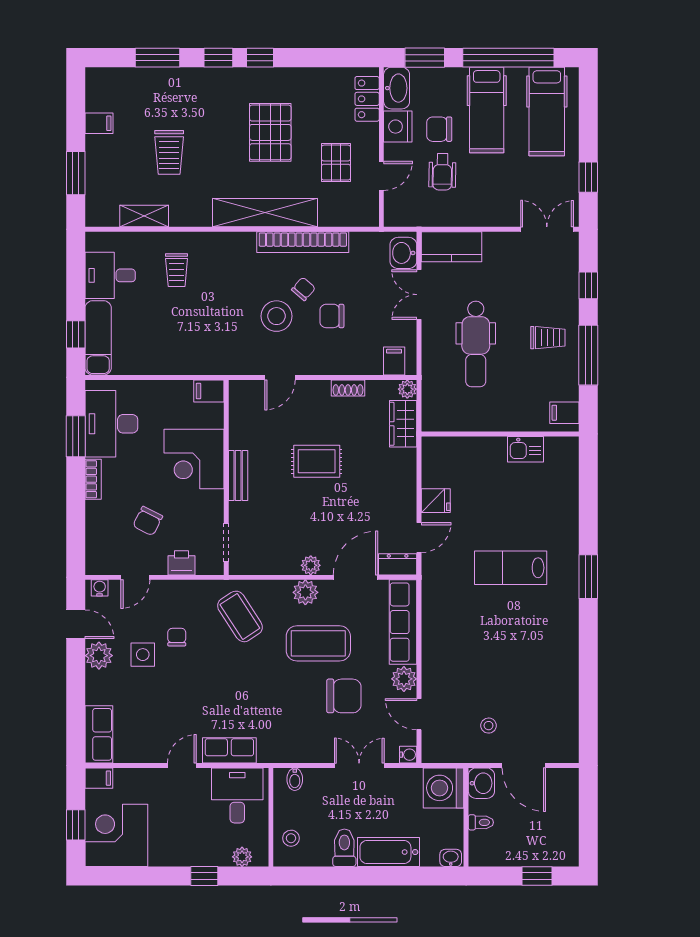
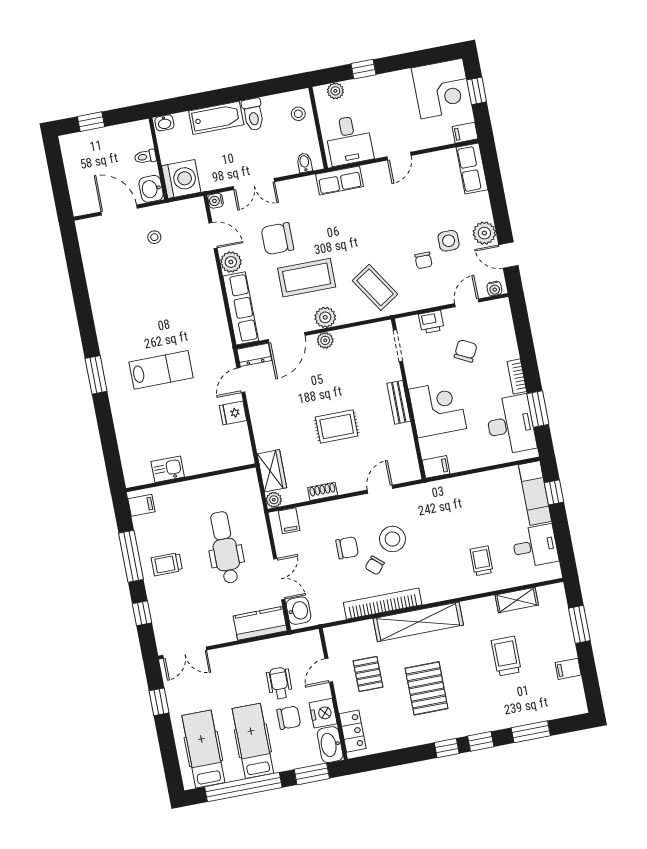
row of seats: (229, 750) -> (340, 180), moved

